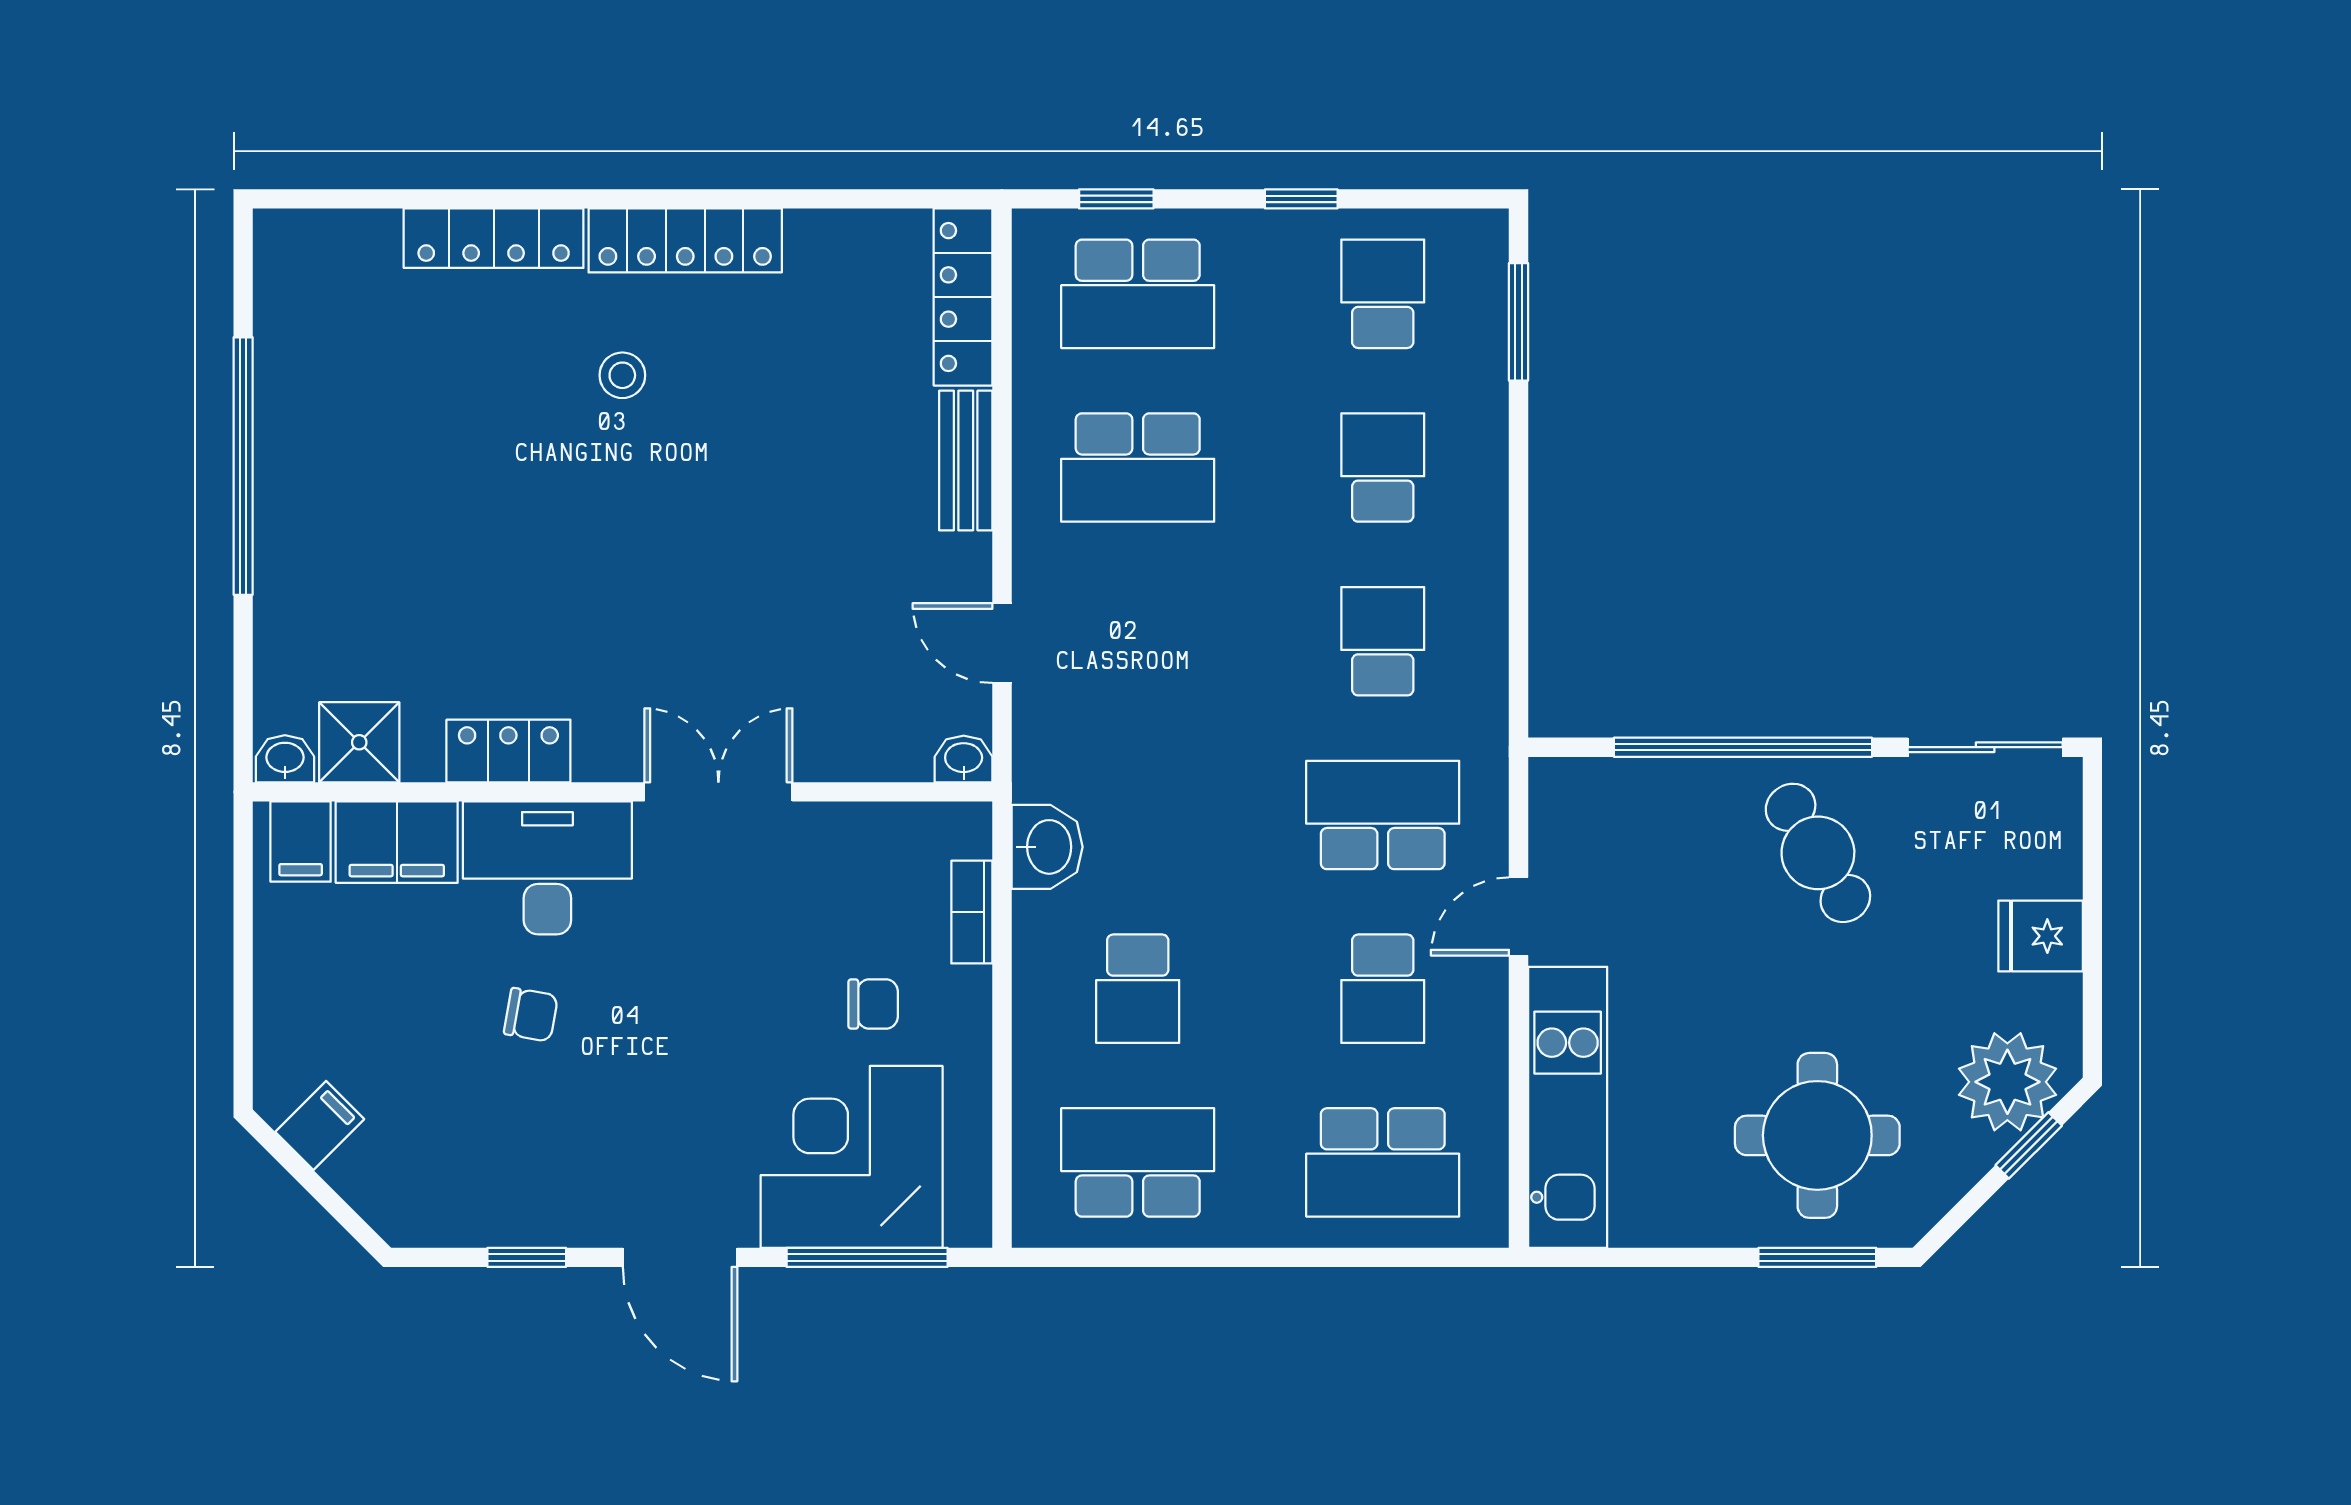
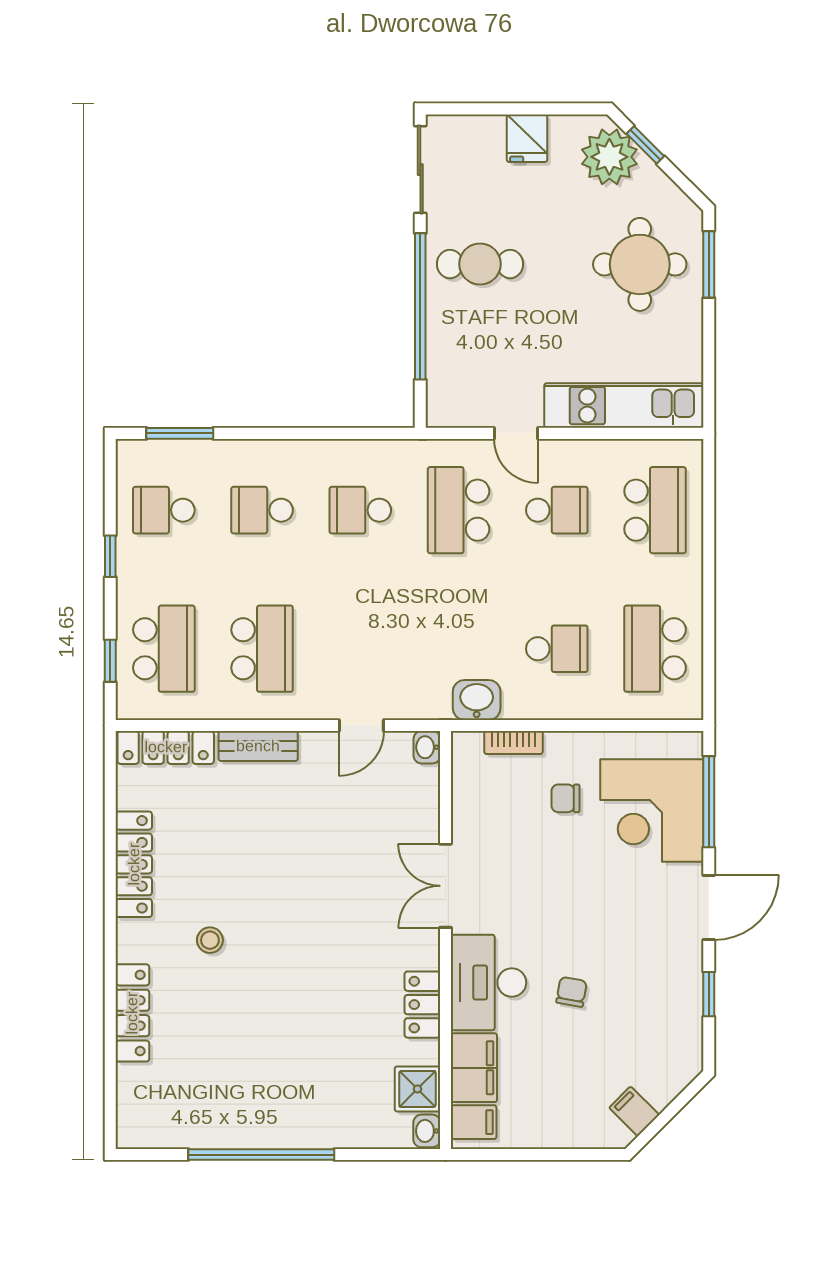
locker: (685, 240) -> (134, 864), moved
cafe table: (1818, 853) -> (480, 264), turned 31
chair: (873, 1004) -> (565, 798), turned -90

